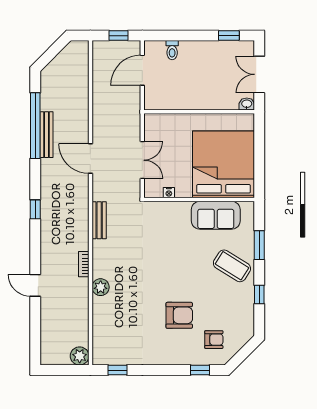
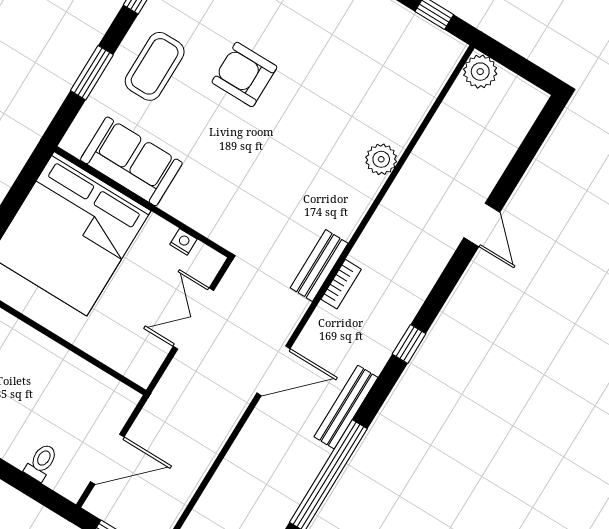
bench: (46, 135) -> (346, 407), moved
door: (90, 159) -> (273, 371), hinge flipped
bookcase: (84, 264) -> (341, 284), moved
coffee table: (232, 266) -> (155, 66), turned 58
armchair: (179, 315) -> (244, 74), moved

